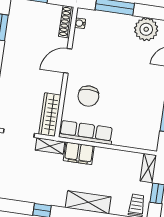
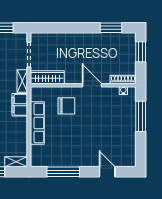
plant: (146, 29) -> (126, 144), removed
chair: (88, 96) -> (66, 106), turned 180
row of seats: (86, 132) -> (37, 123), moved

